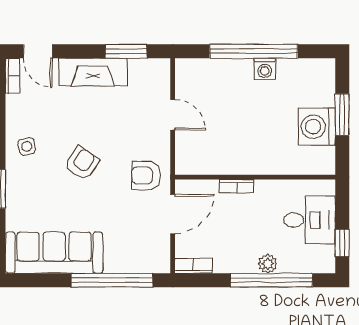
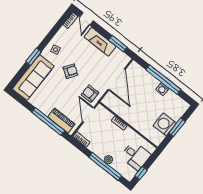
door: (173, 115) -> (117, 80), width x1.88
door: (173, 214) -> (89, 115), swing flipped
sofa: (54, 253) -> (33, 77), moved, turned 90
piano: (133, 261) -> (61, 120), added

